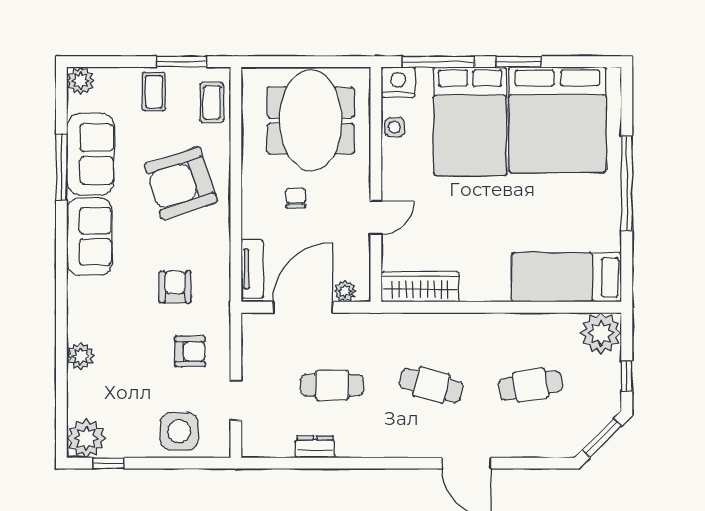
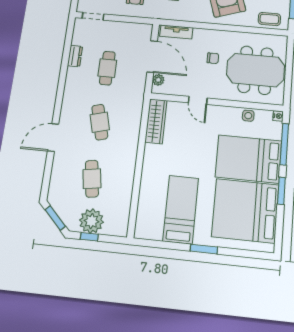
nightstand: (398, 82) -> (278, 116), width x0.53, depth x0.56
window: (627, 183) -> (204, 249), width x0.47
bed: (567, 277) -> (181, 209), moved
plant: (601, 333) -> (91, 221), moved
cafe table: (431, 385) -> (100, 122), turned -30
doorway: (236, 400) -> (93, 16), moved

